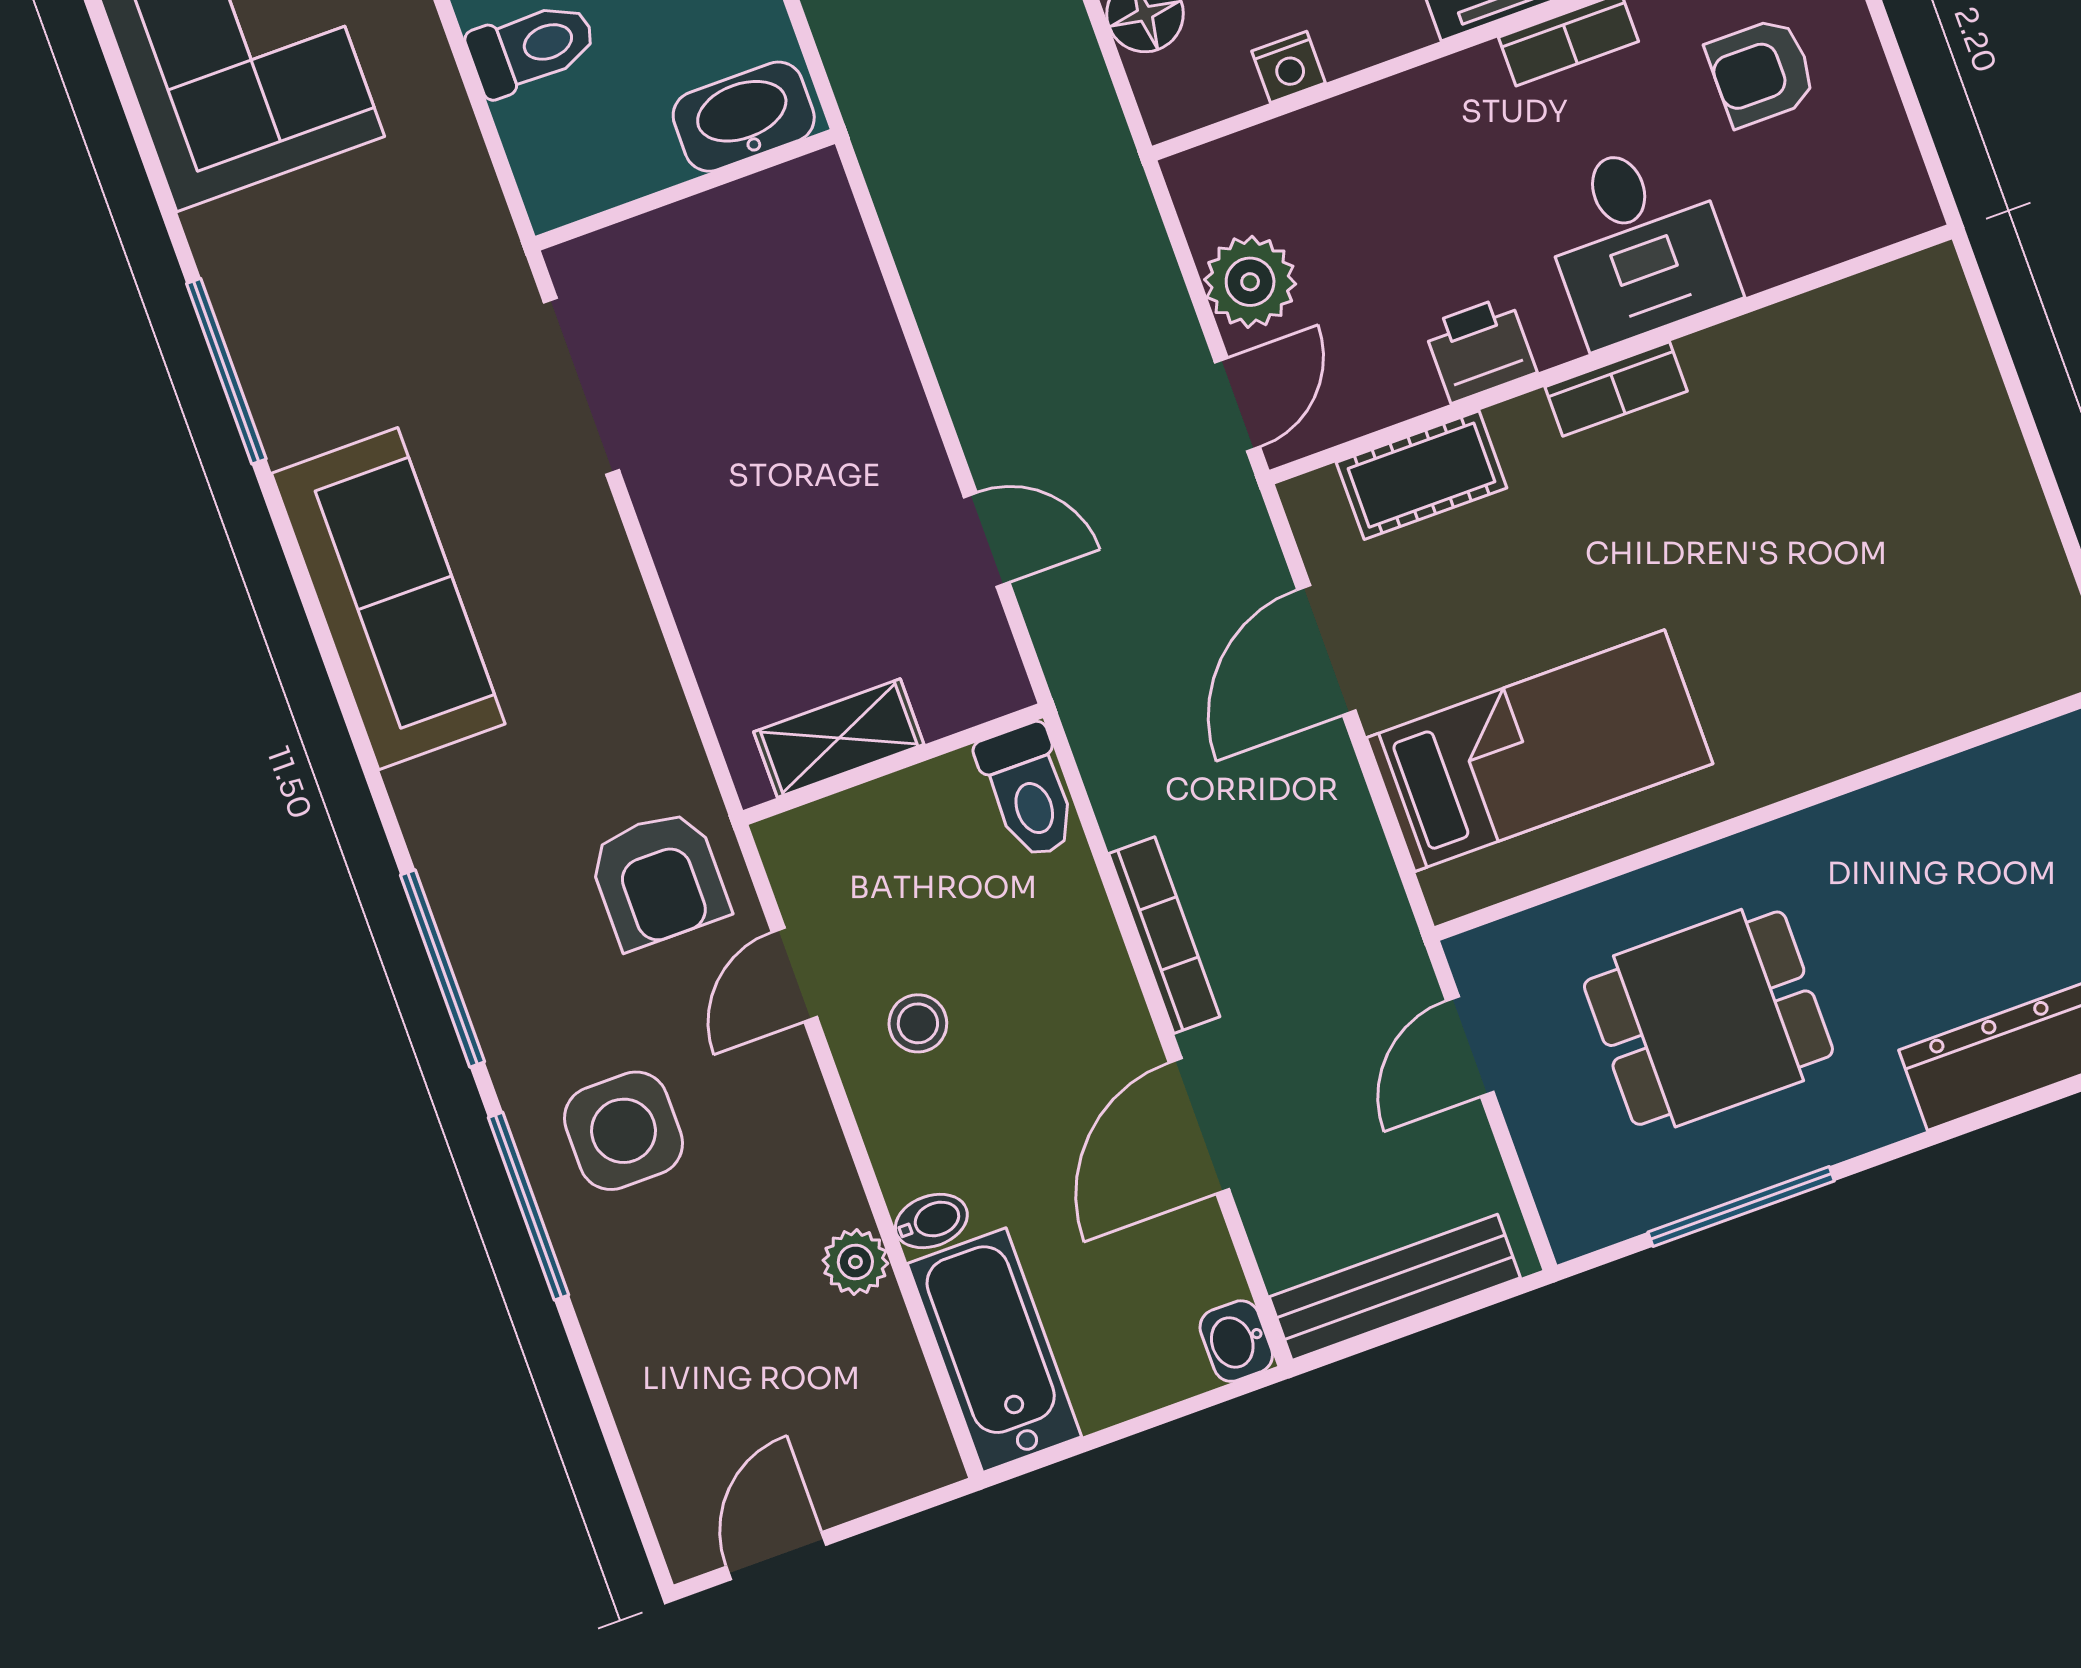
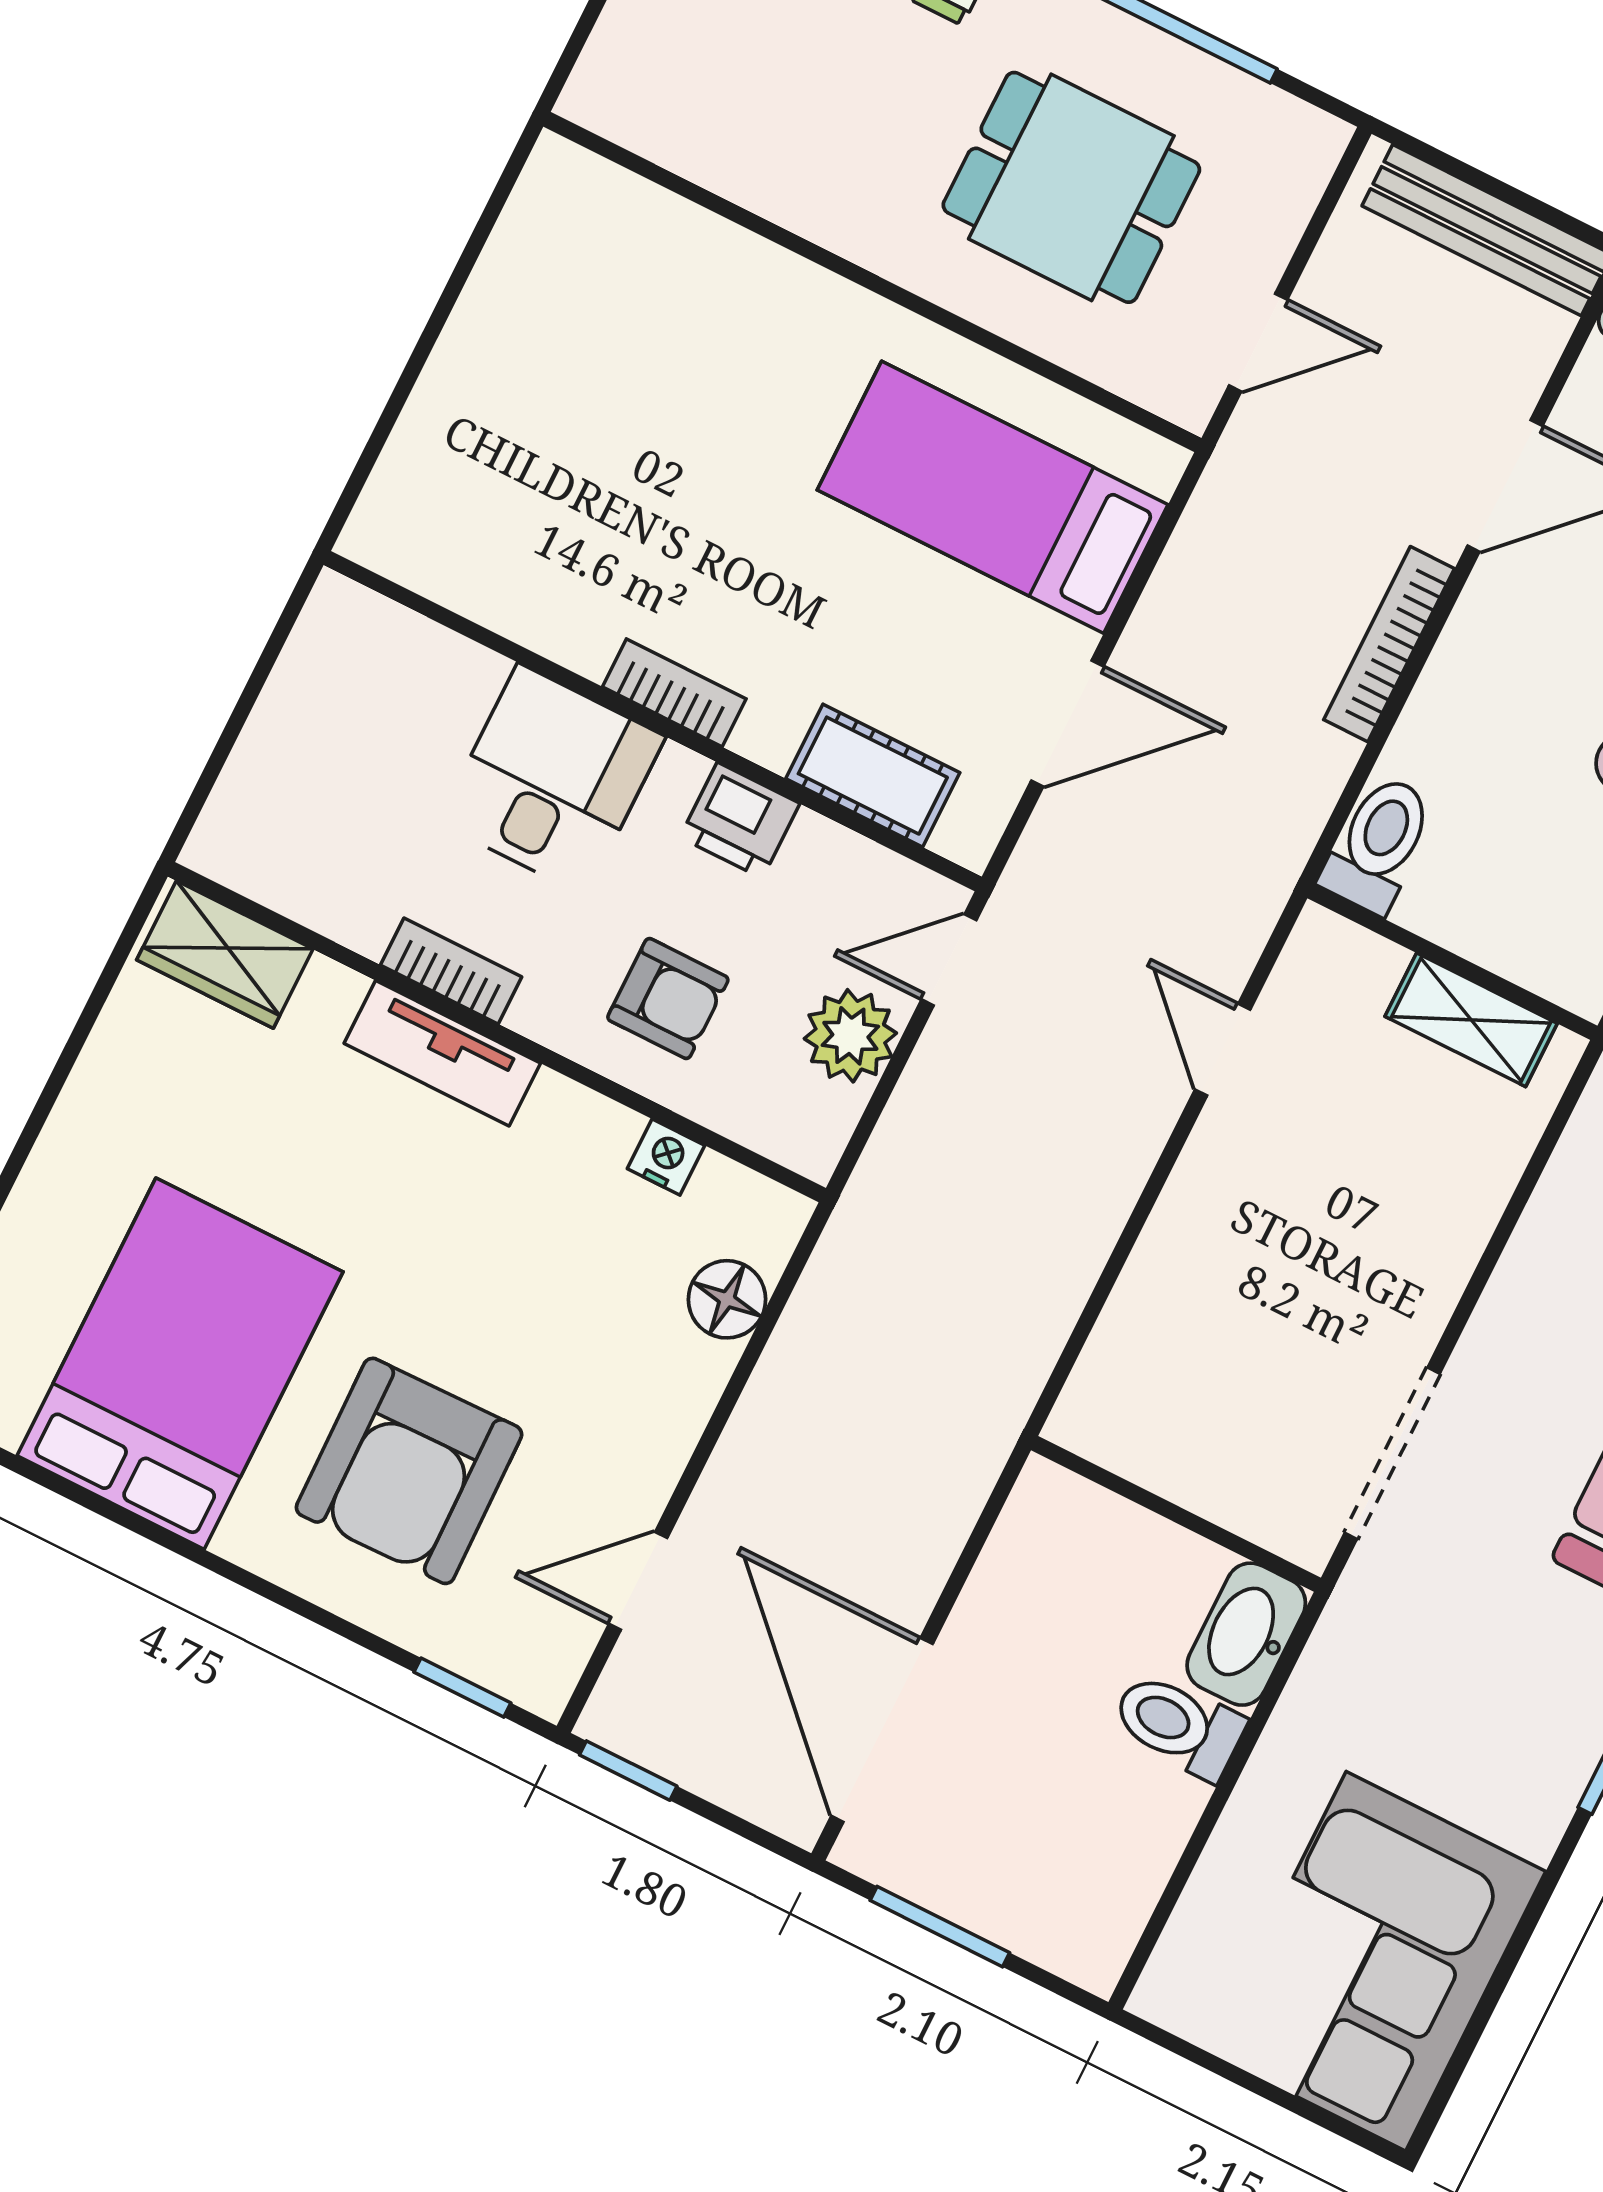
armchair: (1761, 72) -> (668, 999), moved
washbasin: (744, 117) -> (1246, 1634), moved, turned 90

